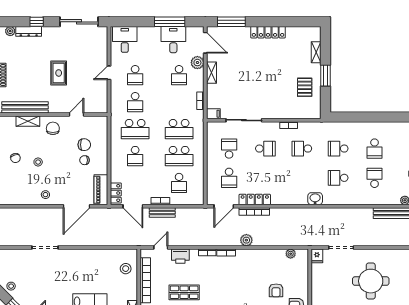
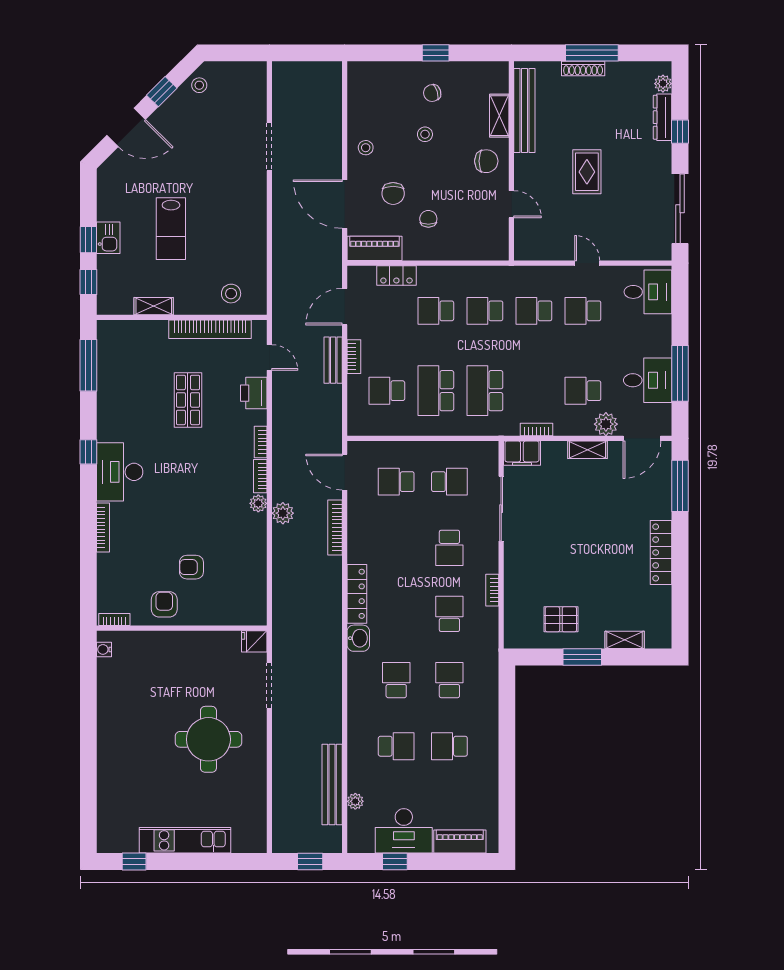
rug: (59, 73) -> (587, 172), turned 90
filing cabinet: (213, 114) -> (522, 453), width x2.00
school desk: (135, 129) -> (485, 311), width x0.54
chair: (84, 145) -> (393, 193), moved
locker: (116, 193) -> (396, 276), moved
locker: (255, 199) -> (357, 594), moved
plant: (291, 254) -> (258, 503), moved

